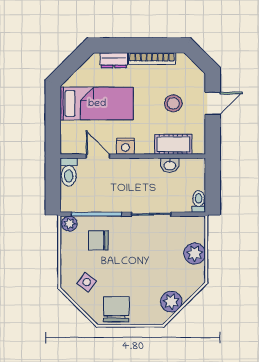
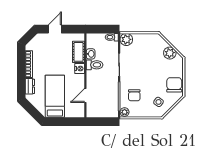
stool: (173, 103) -> (55, 52), removed
door: (213, 103) -> (55, 29), hinge flipped
nightstand: (125, 146) -> (80, 69), moved
toilet: (69, 172) -> (95, 65), moved
plant: (195, 254) -> (126, 39), moved
chair: (116, 309) -> (174, 85), turned 90

